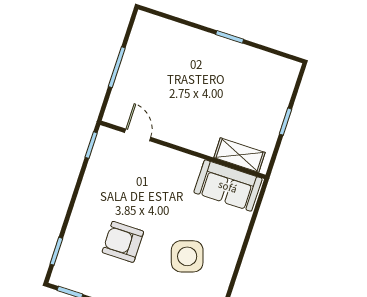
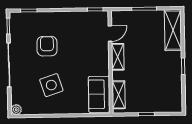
shelving: (167, 33) -> (173, 30), added
shelving: (179, 135) -> (118, 57), added

